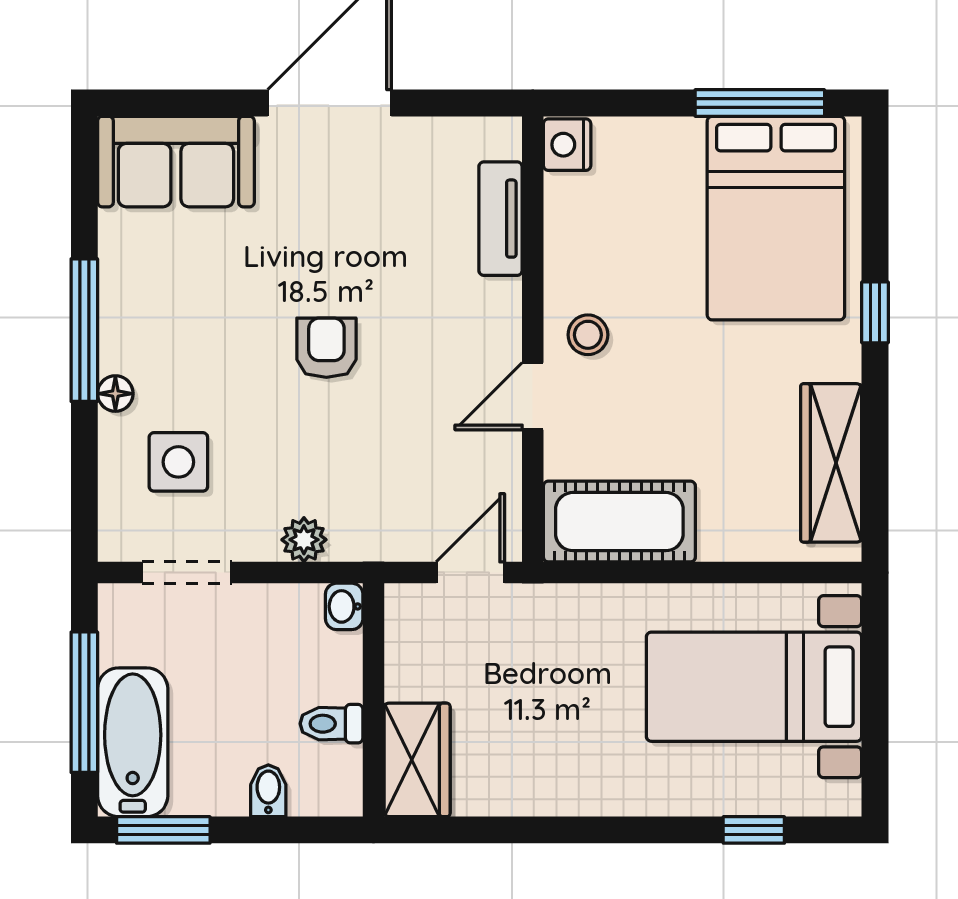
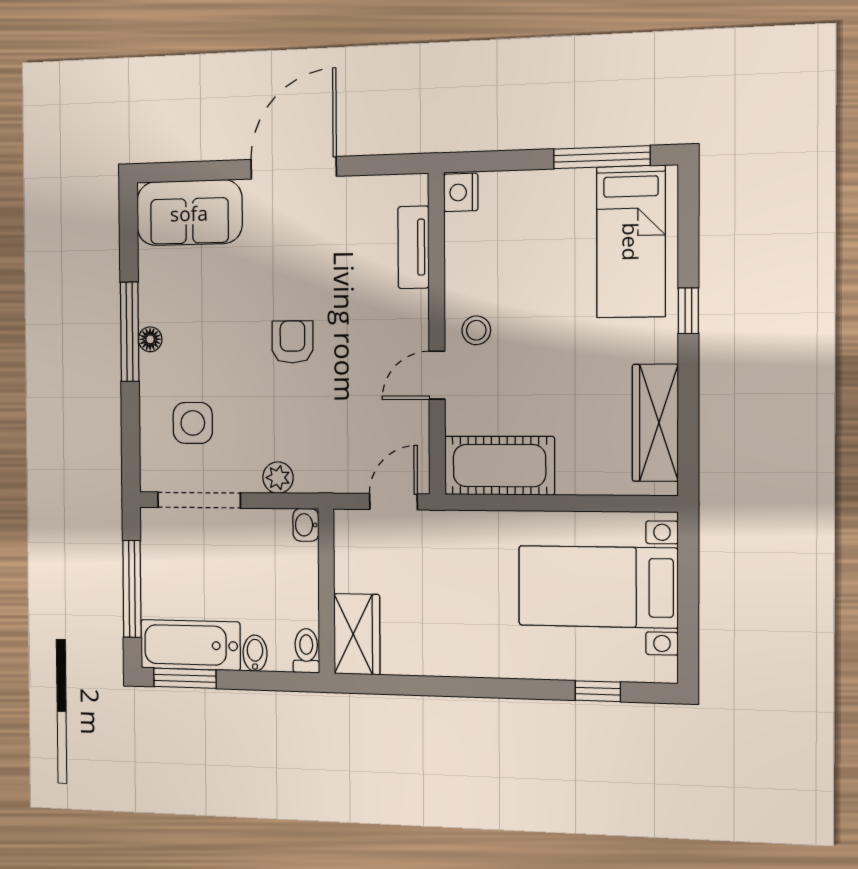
bed: (776, 218) -> (631, 242), width x0.67
floor lamp: (115, 394) -> (150, 339), moved
doorway: (187, 573) -> (199, 500), width x1.38
toilet: (331, 724) -> (306, 651), moved, turned 90
bathtub: (133, 742) -> (190, 645), moved, turned -90

